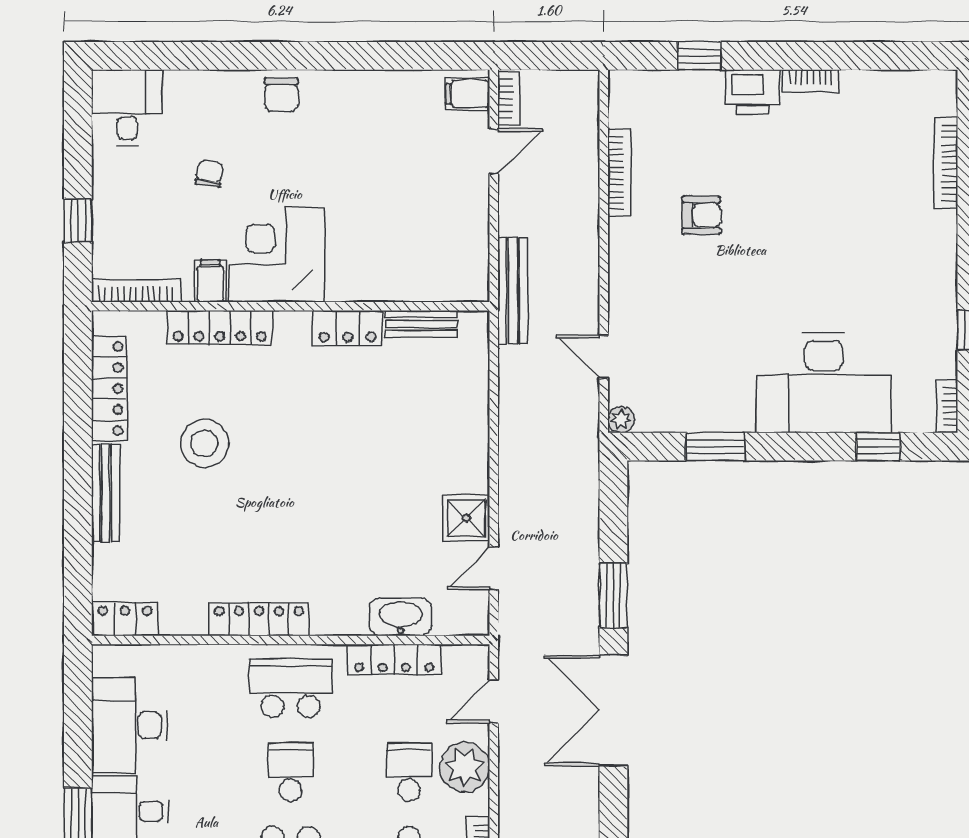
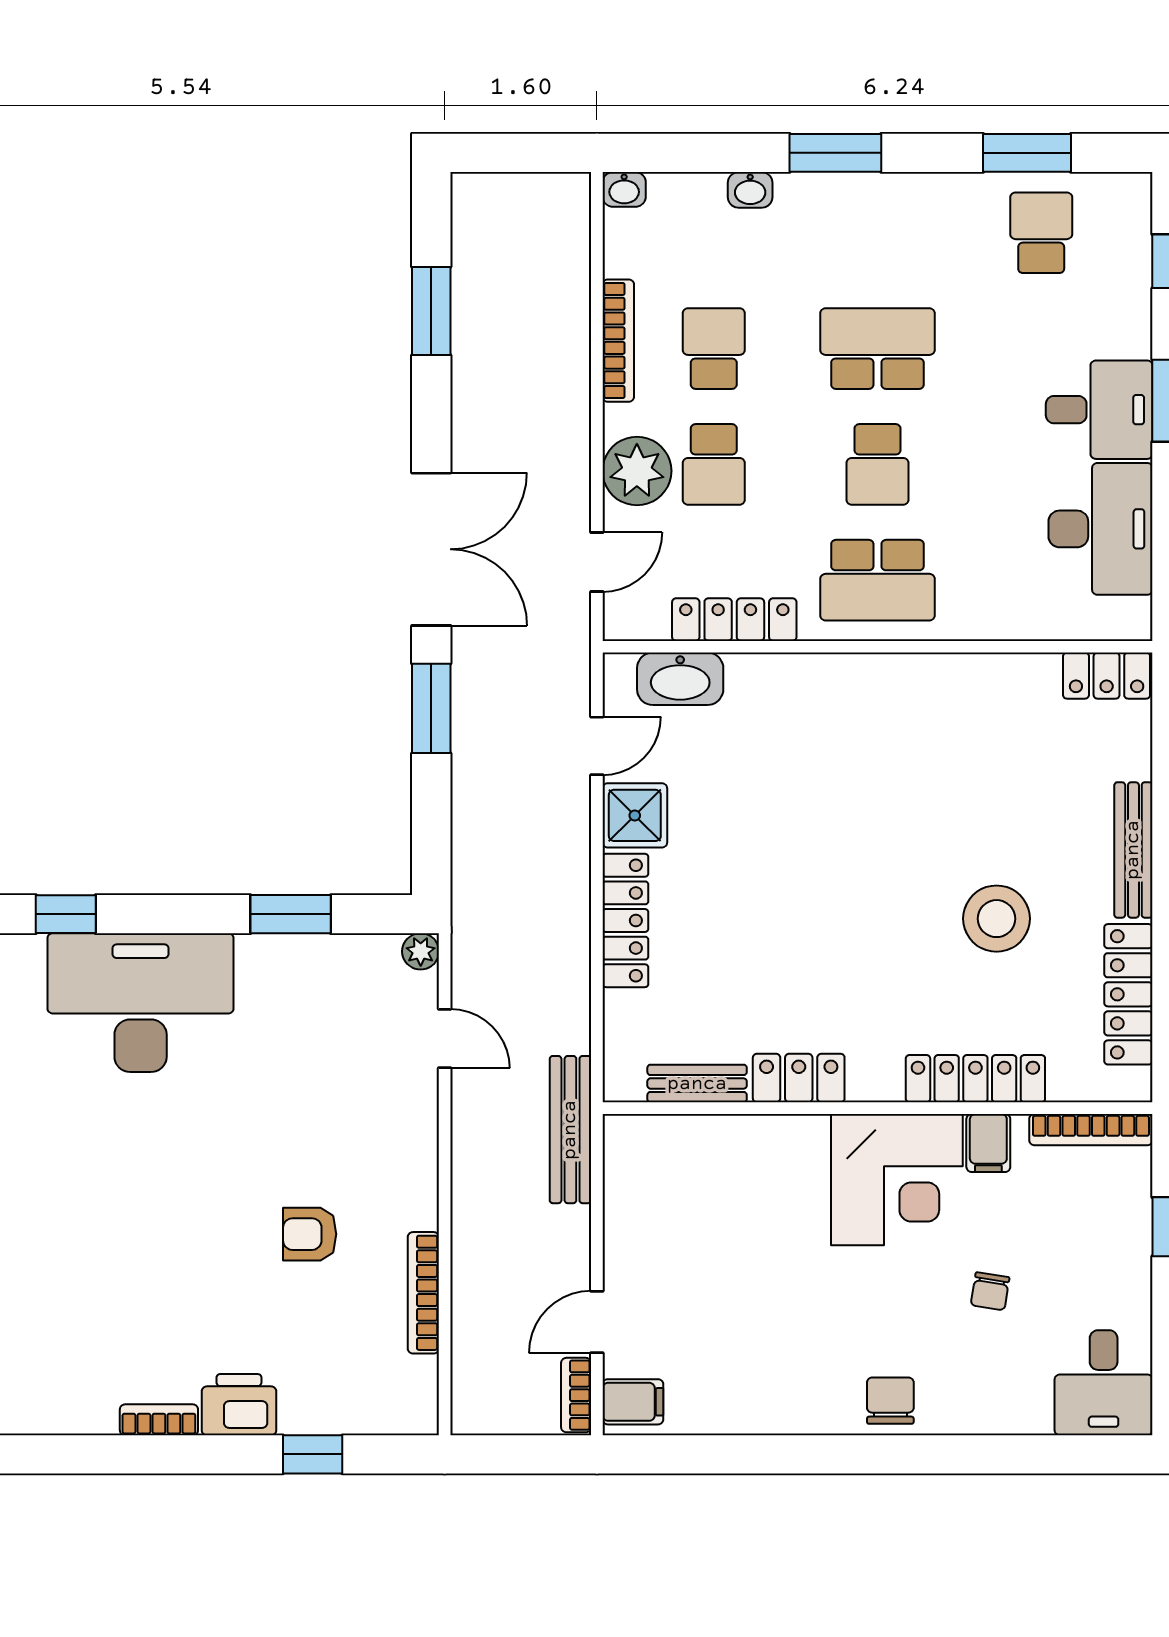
washbasin: (401, 617) -> (680, 679), moved
locker: (259, 619) -> (625, 920), moved, turned -90

